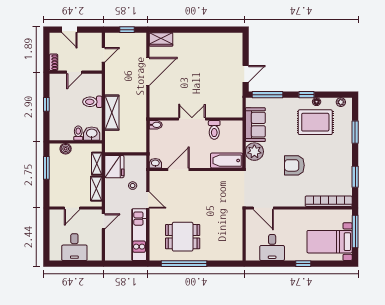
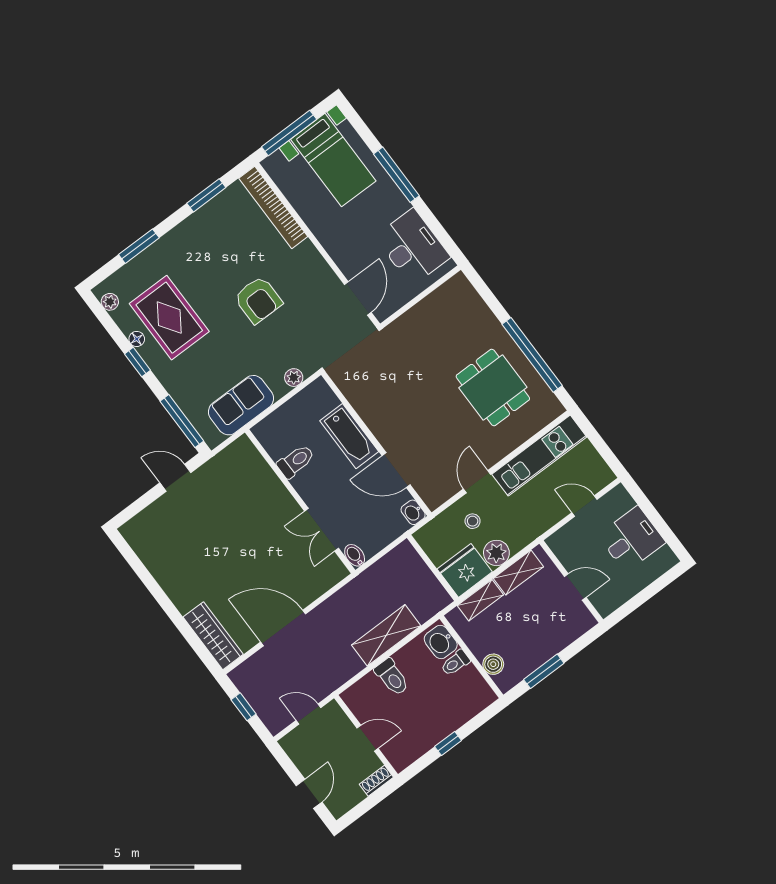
wardrobe: (161, 39) -> (213, 636), width x1.50
double door: (192, 119) -> (322, 530), moved
plant: (254, 152) -> (294, 378), width x0.53, depth x0.53
bathtub: (227, 161) -> (349, 436), moved
plant: (112, 185) -> (496, 553), added
door: (103, 221) -> (585, 506), moved
desk: (272, 248) -> (413, 247), width x1.37
window: (303, 264) -> (396, 175), width x2.17

